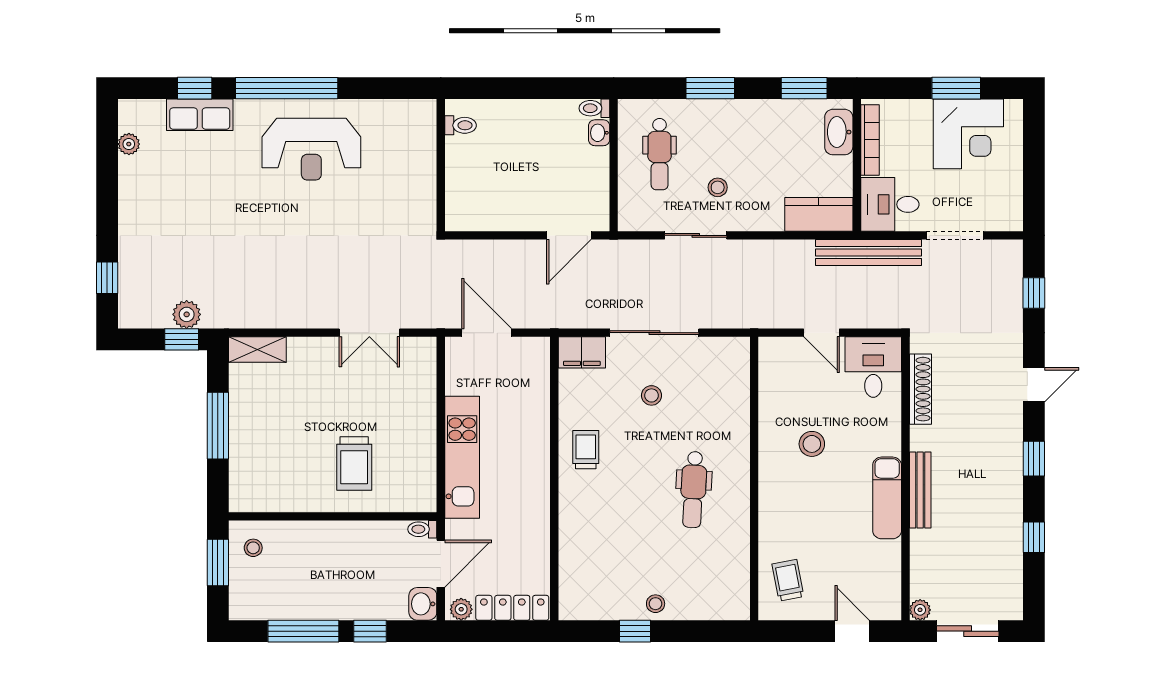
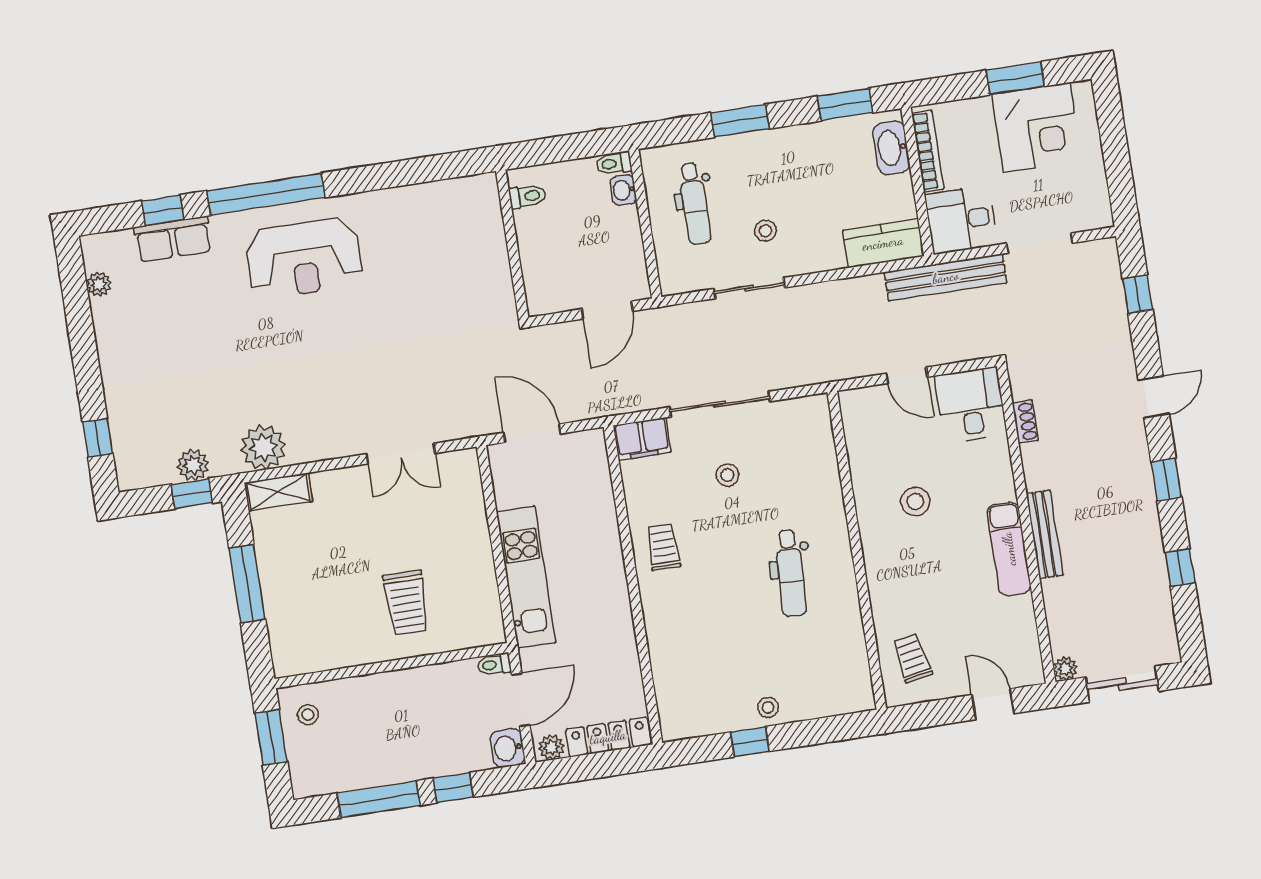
toilet: (461, 125) -> (527, 196), moved
wall: (441, 165) -> (512, 244), moved
plant: (250, 309) -> (263, 447), added
shoe rack: (920, 389) -> (1025, 422), width x0.51, depth x0.81

